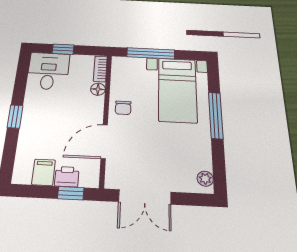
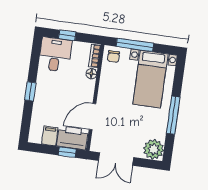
chair: (123, 108) -> (113, 57), moved
window: (216, 115) -> (173, 115), moved
printer: (67, 177) -> (72, 138), width x1.87, depth x1.48
plant: (205, 179) -> (154, 149), width x1.87, depth x1.87

